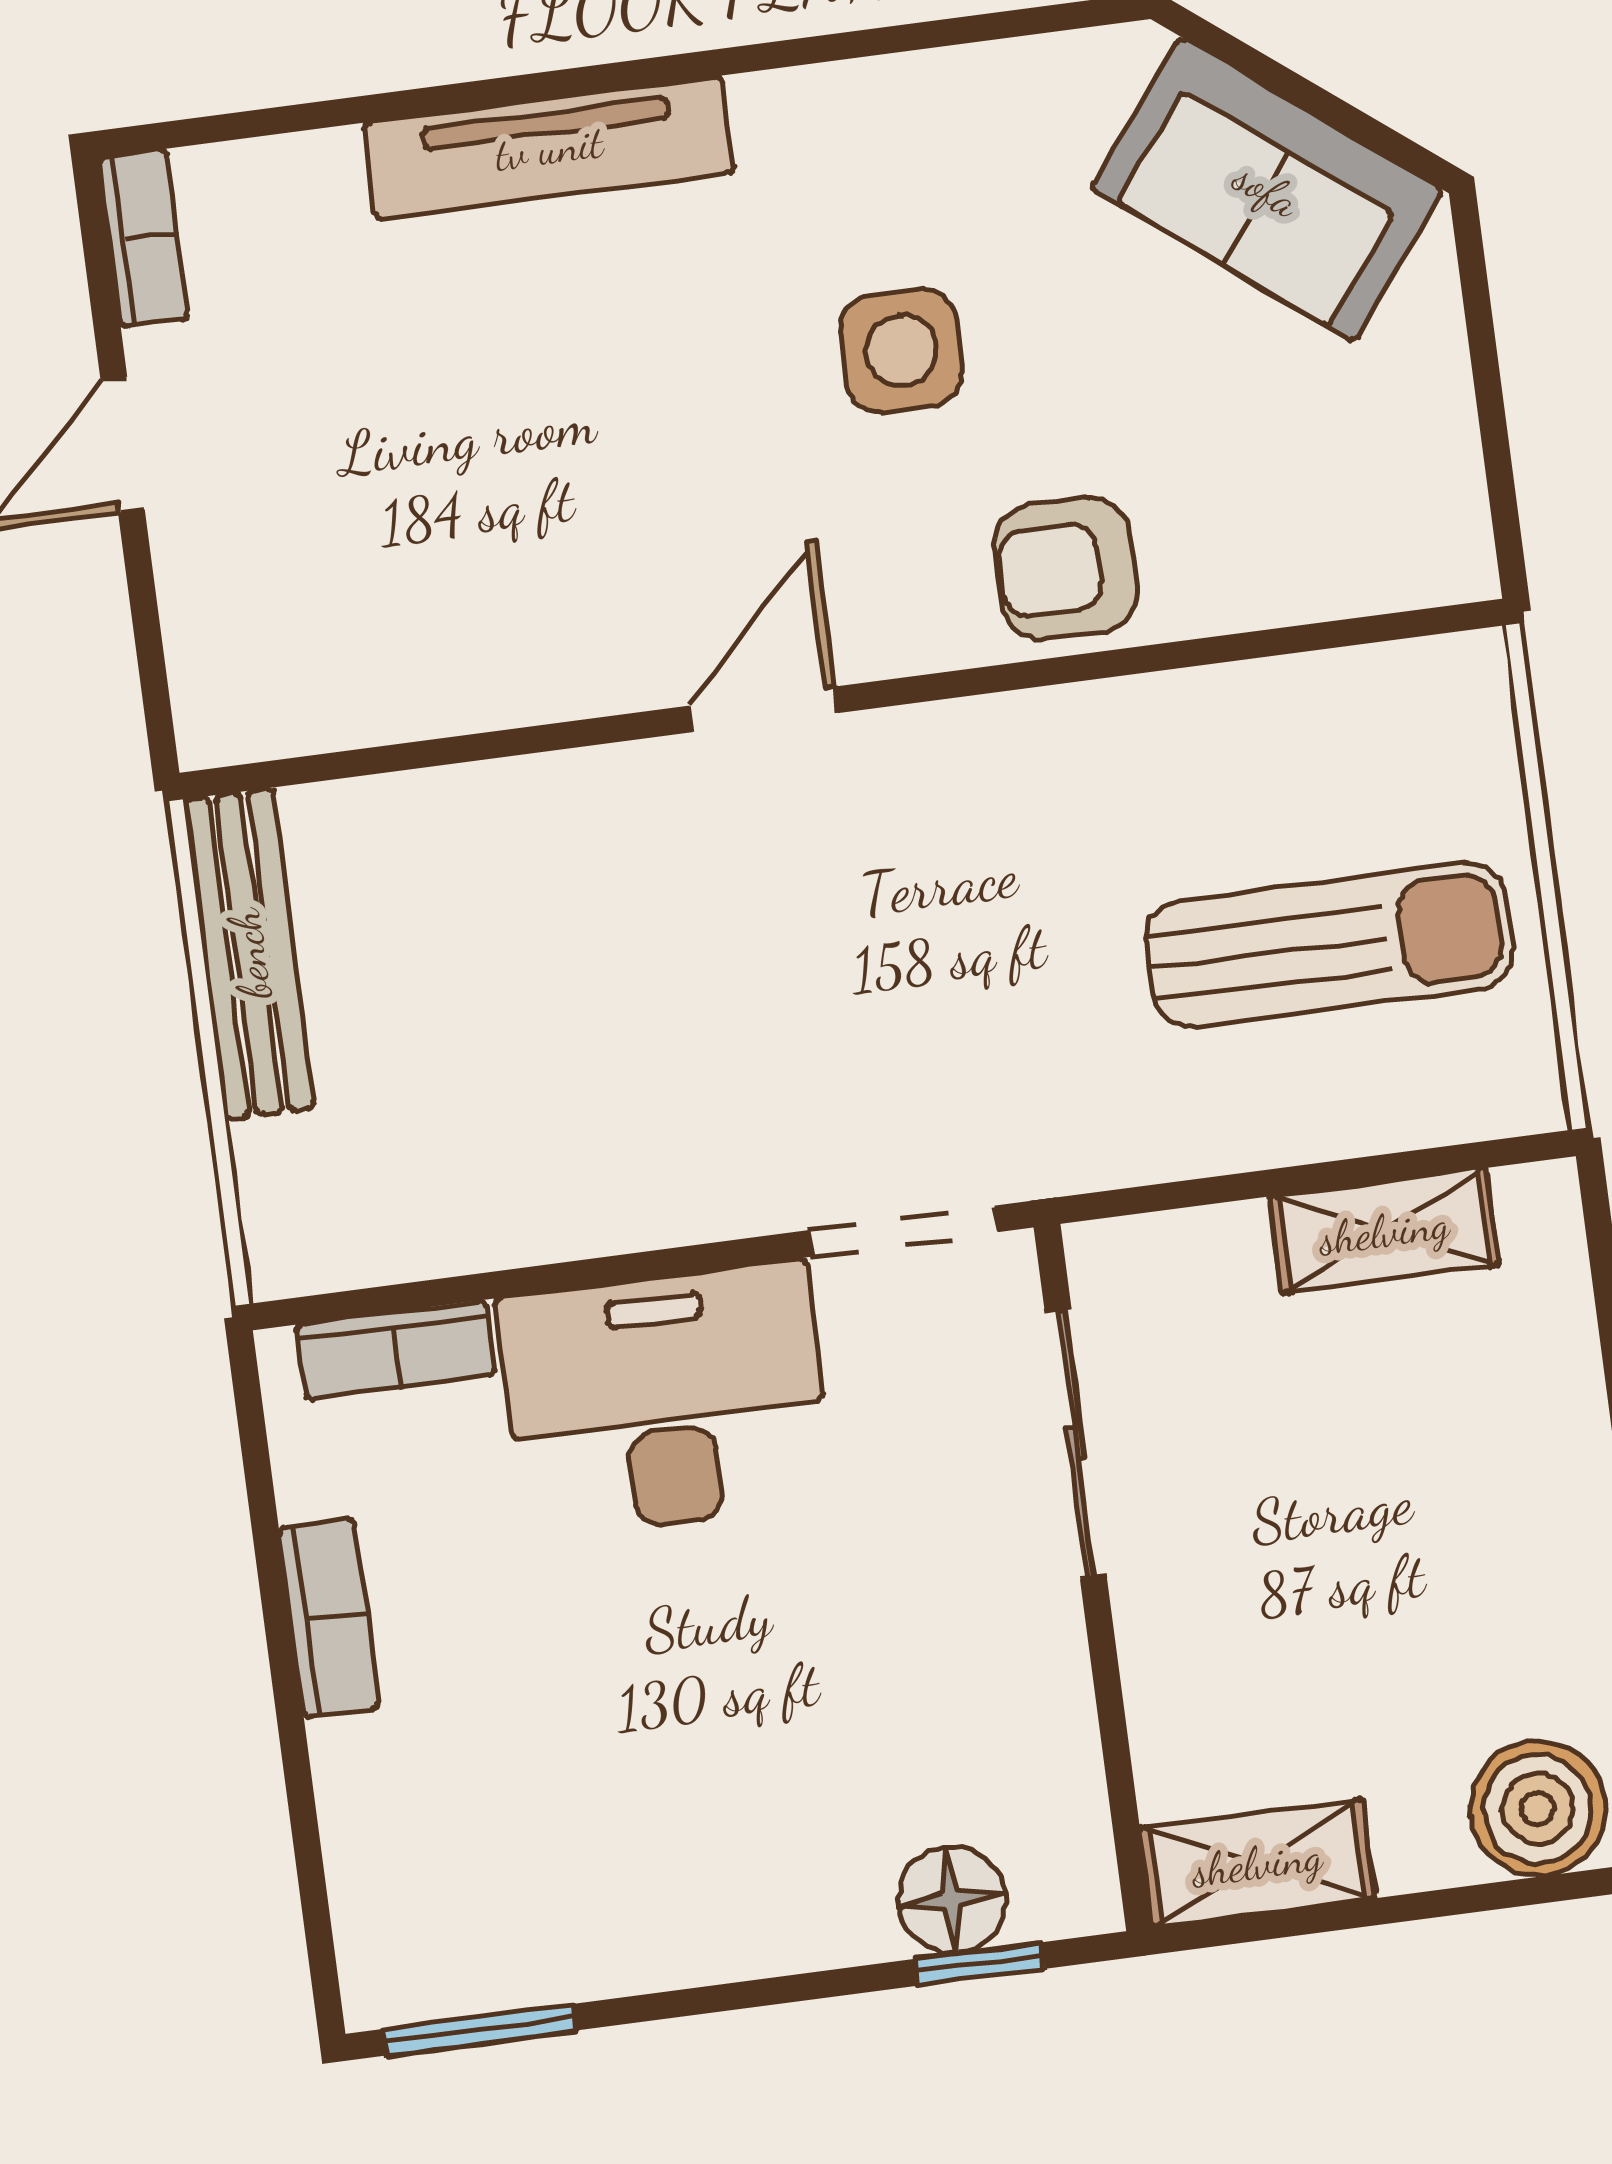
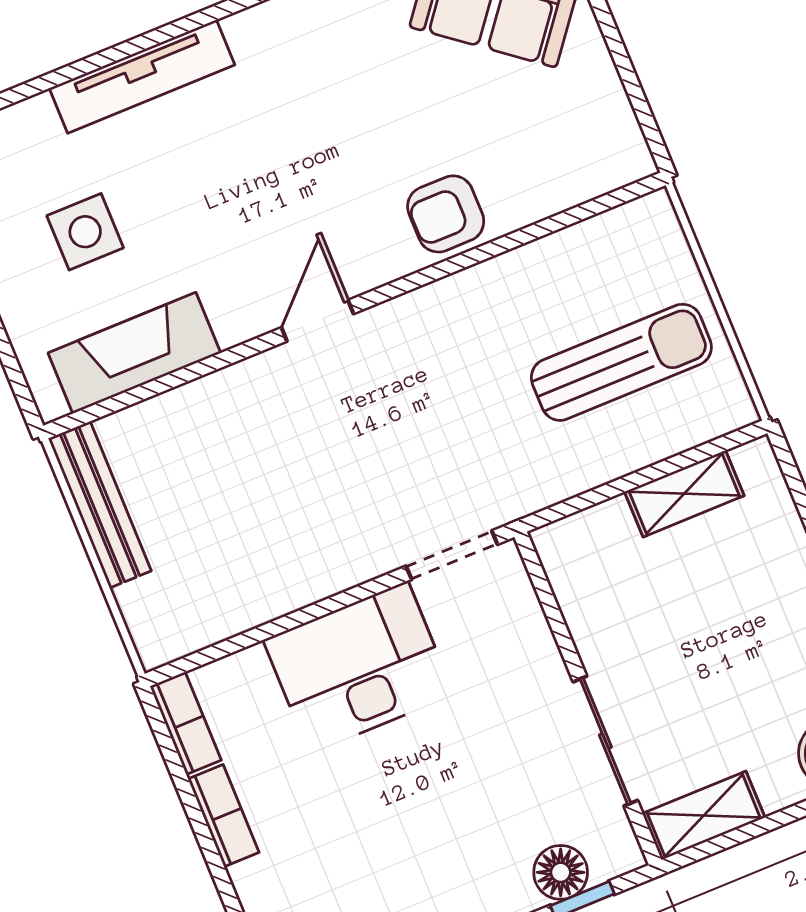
side table: (901, 351) -> (85, 232), moved
fireplace: (393, 678) -> (134, 353), added
bookcase: (396, 1350) -> (186, 723), moved, turned -90
sliding door: (1076, 1444) -> (605, 741), moved

